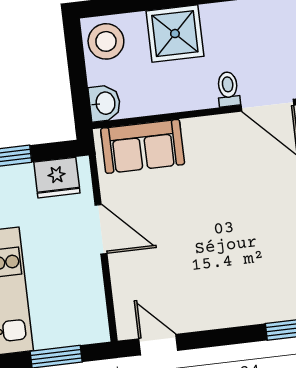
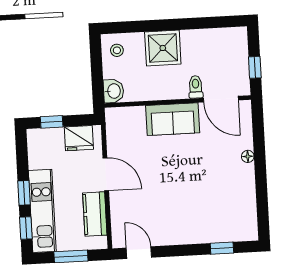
stool: (106, 41) -> (117, 50), width x0.53, depth x0.53
sofa: (143, 146) -> (173, 119), moved
kitchen counter: (88, 290) -> (95, 214), added

